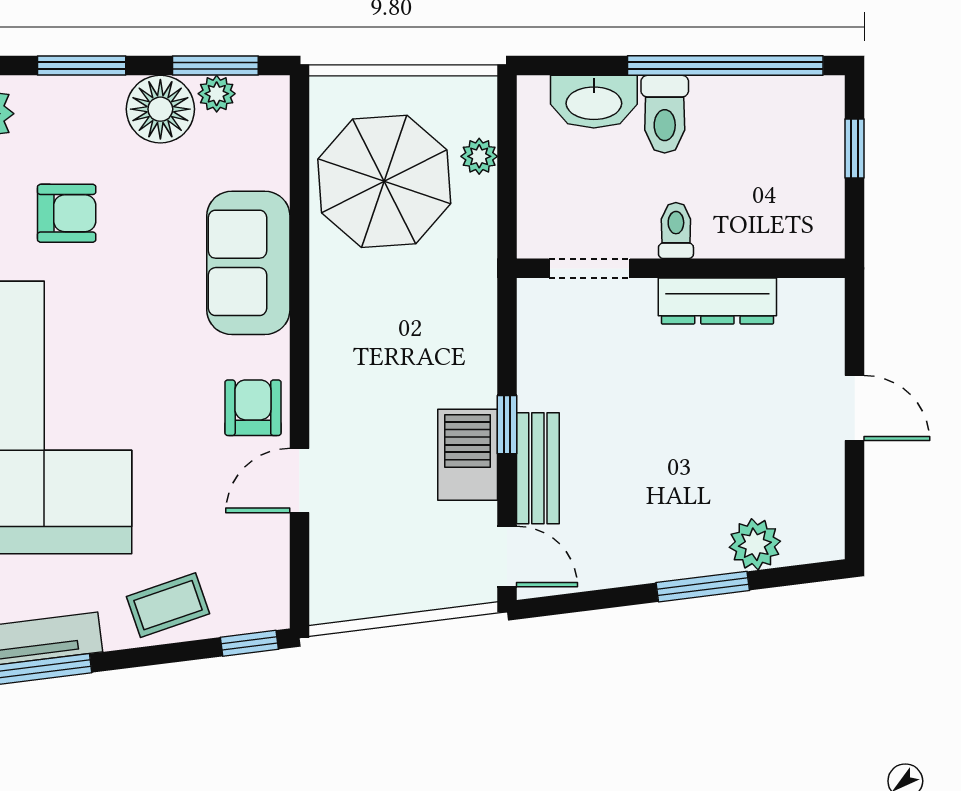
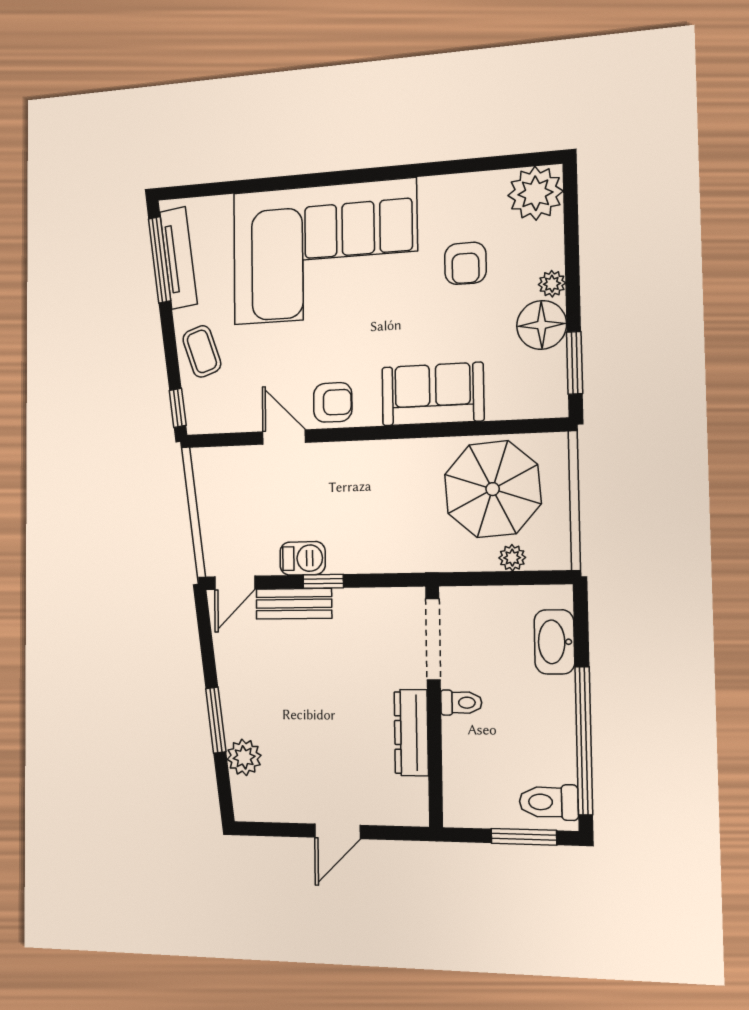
window: (82, 66) -> (572, 266), removed
plant: (217, 94) -> (552, 284), moved
toilet: (665, 114) -> (549, 802), moved
window: (855, 148) -> (524, 837), width x1.50
doorway: (589, 268) -> (433, 639), width x1.38
barbecue: (468, 455) -> (303, 558), width x0.73, depth x0.79

